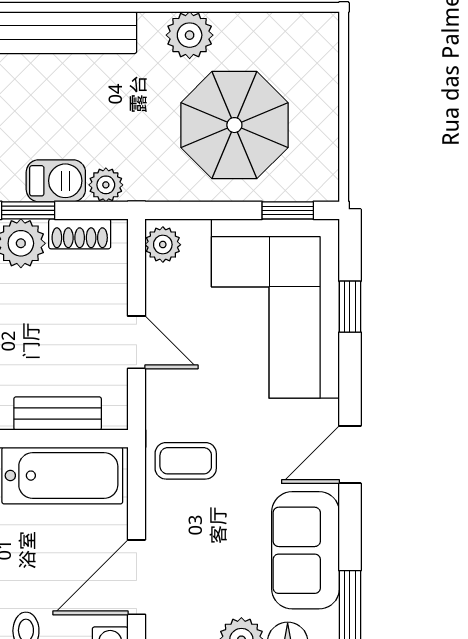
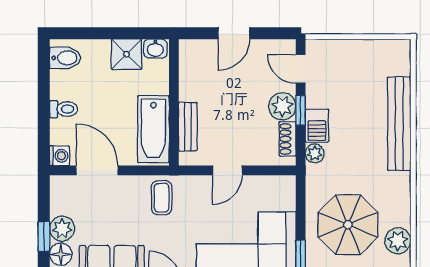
plant: (190, 35) -> (398, 241), moved
plant: (163, 245) -> (282, 185), removed

